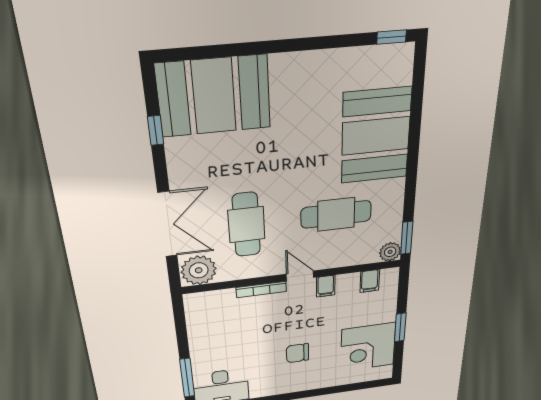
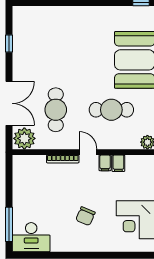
booth: (214, 96) -> (42, 27), removed
filing cabinet: (370, 281) -> (118, 163), moved
chair: (298, 353) -> (85, 216), turned -67

